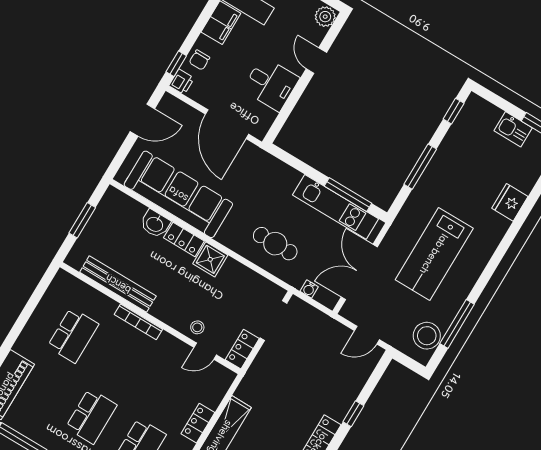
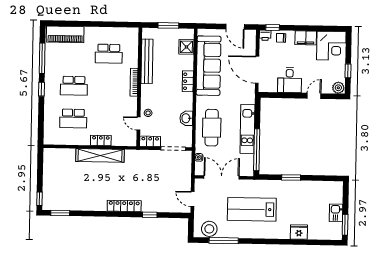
window: (454, 111) -> (328, 178), removed
door: (227, 124) -> (257, 70), hinge flipped
window: (420, 167) -> (291, 178), width x0.69
window: (348, 195) -> (257, 150), width x1.46
kitchen unit: (336, 207) -> (247, 129), moved
washbasin: (155, 224) -> (186, 118), moved
cafe table: (275, 244) -> (212, 128), width x1.37, depth x1.35
shower: (210, 259) -> (186, 47), moved

